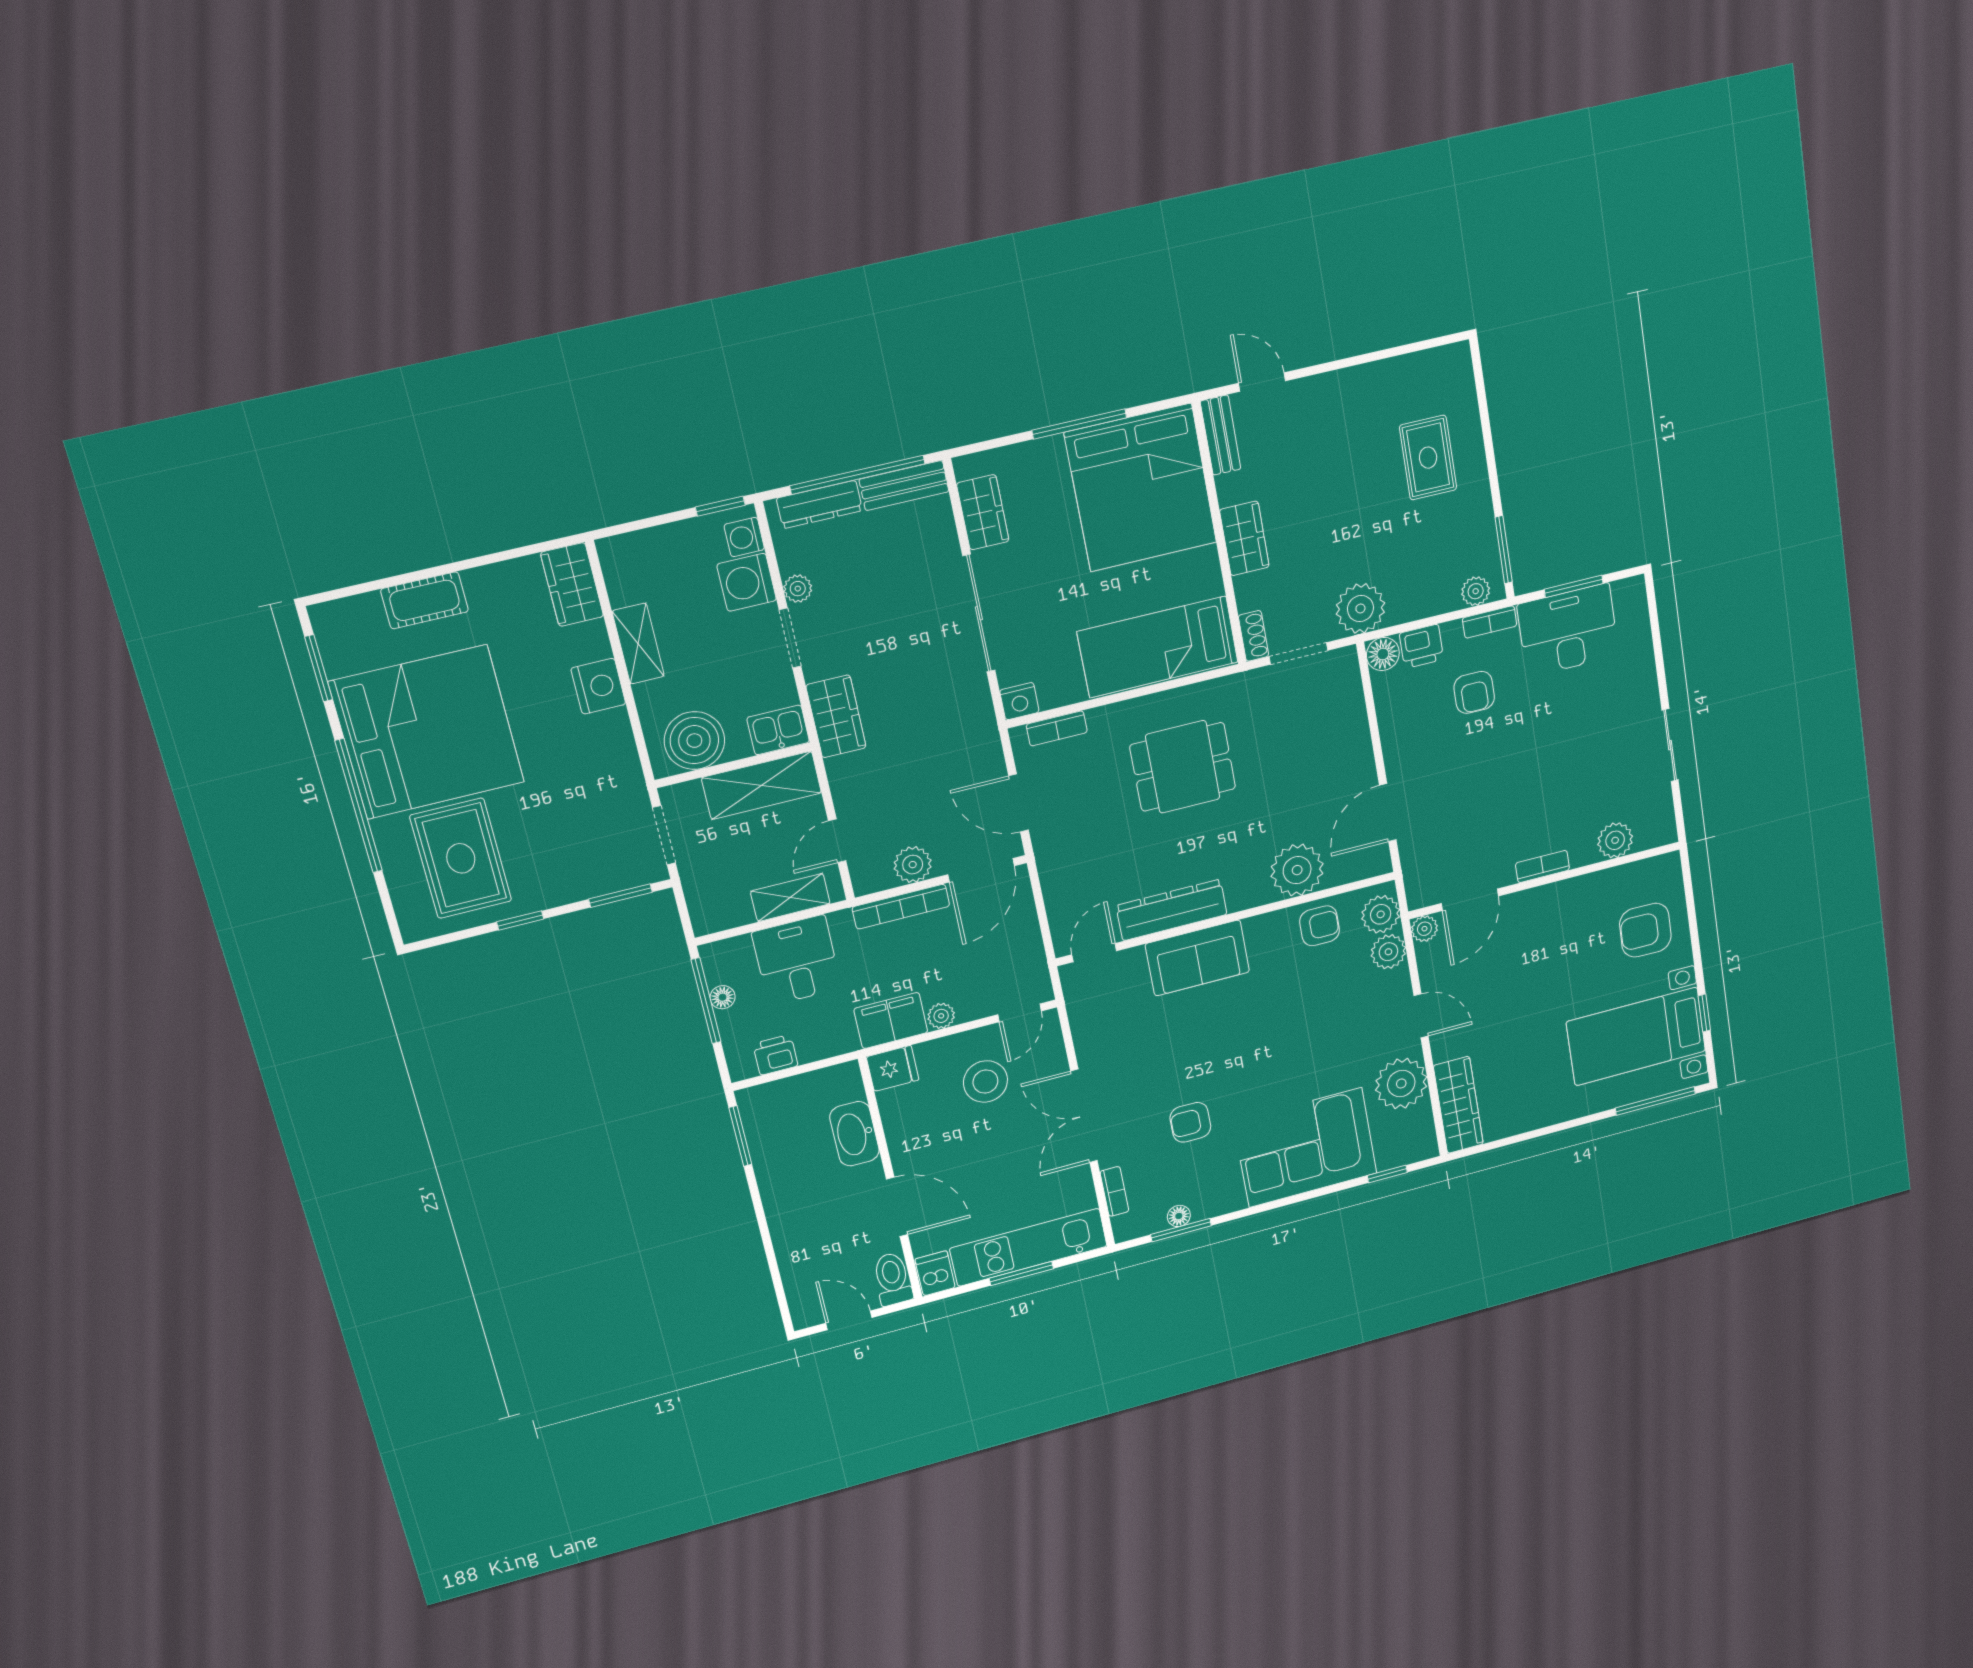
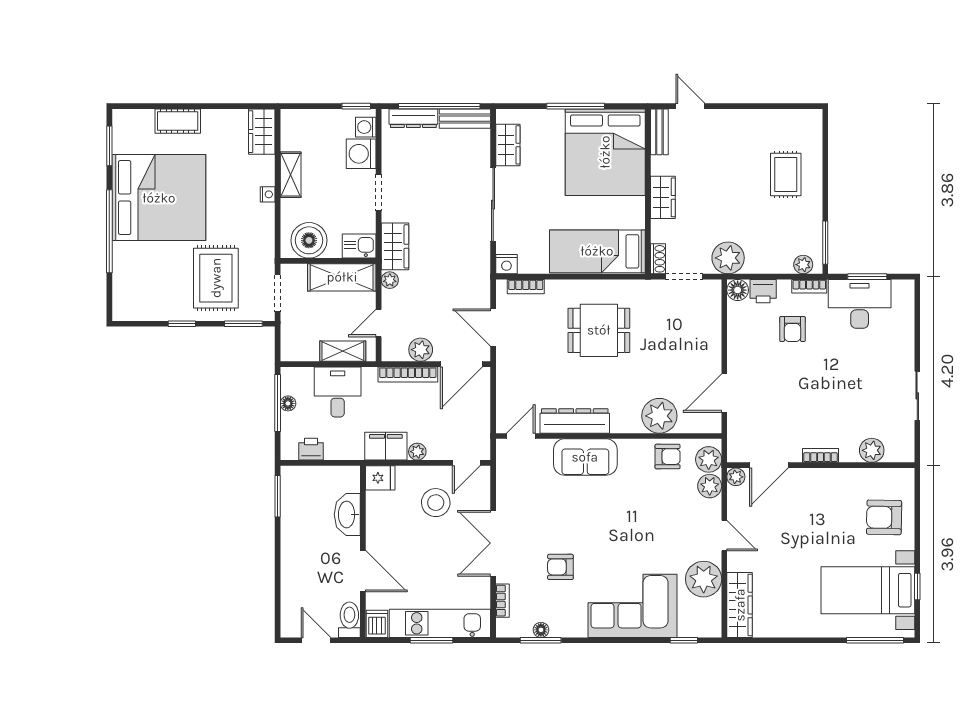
plant: (798, 589) -> (390, 280), moved
nightstand: (598, 686) -> (268, 194), width x0.53, depth x0.56
rug: (461, 858) -> (216, 278), moved

